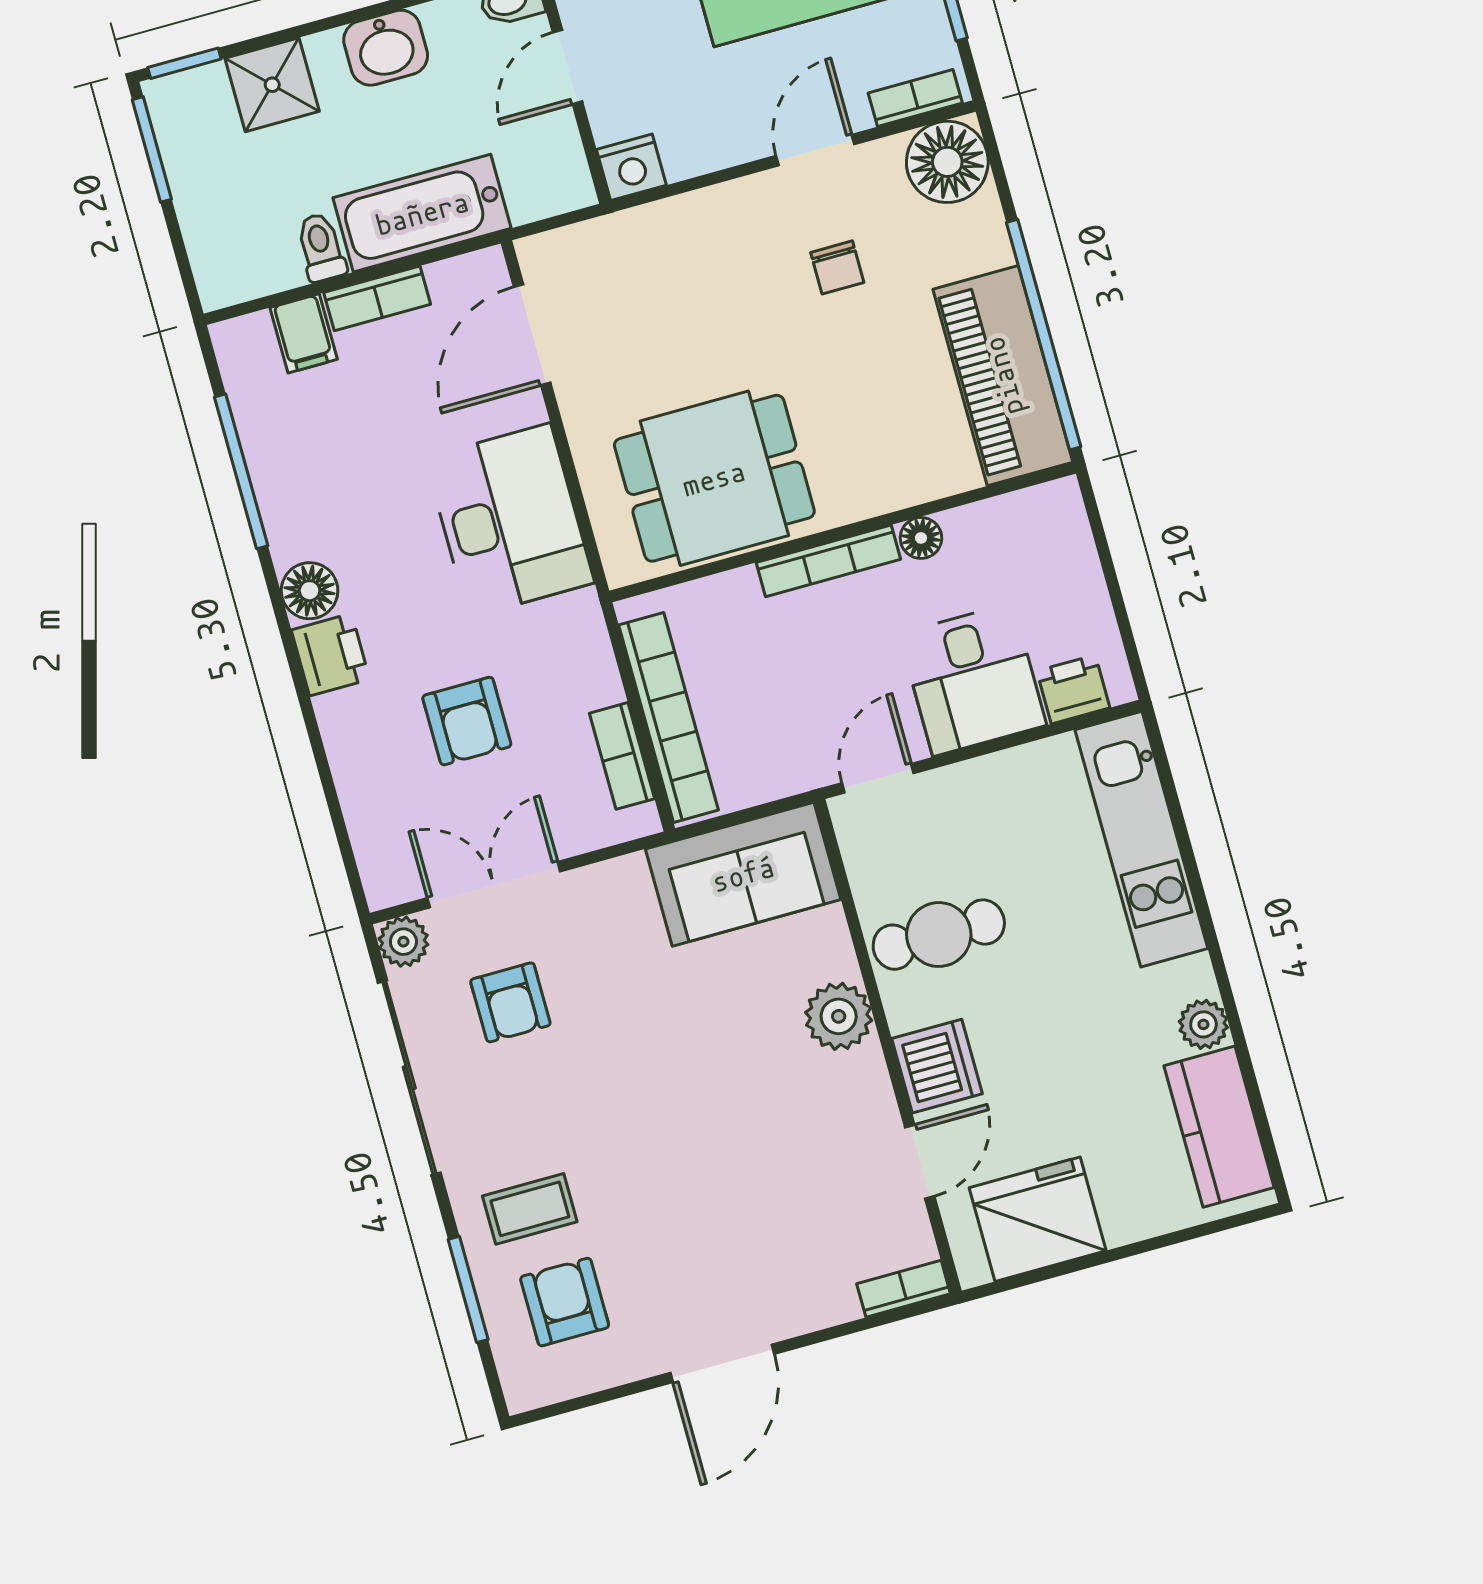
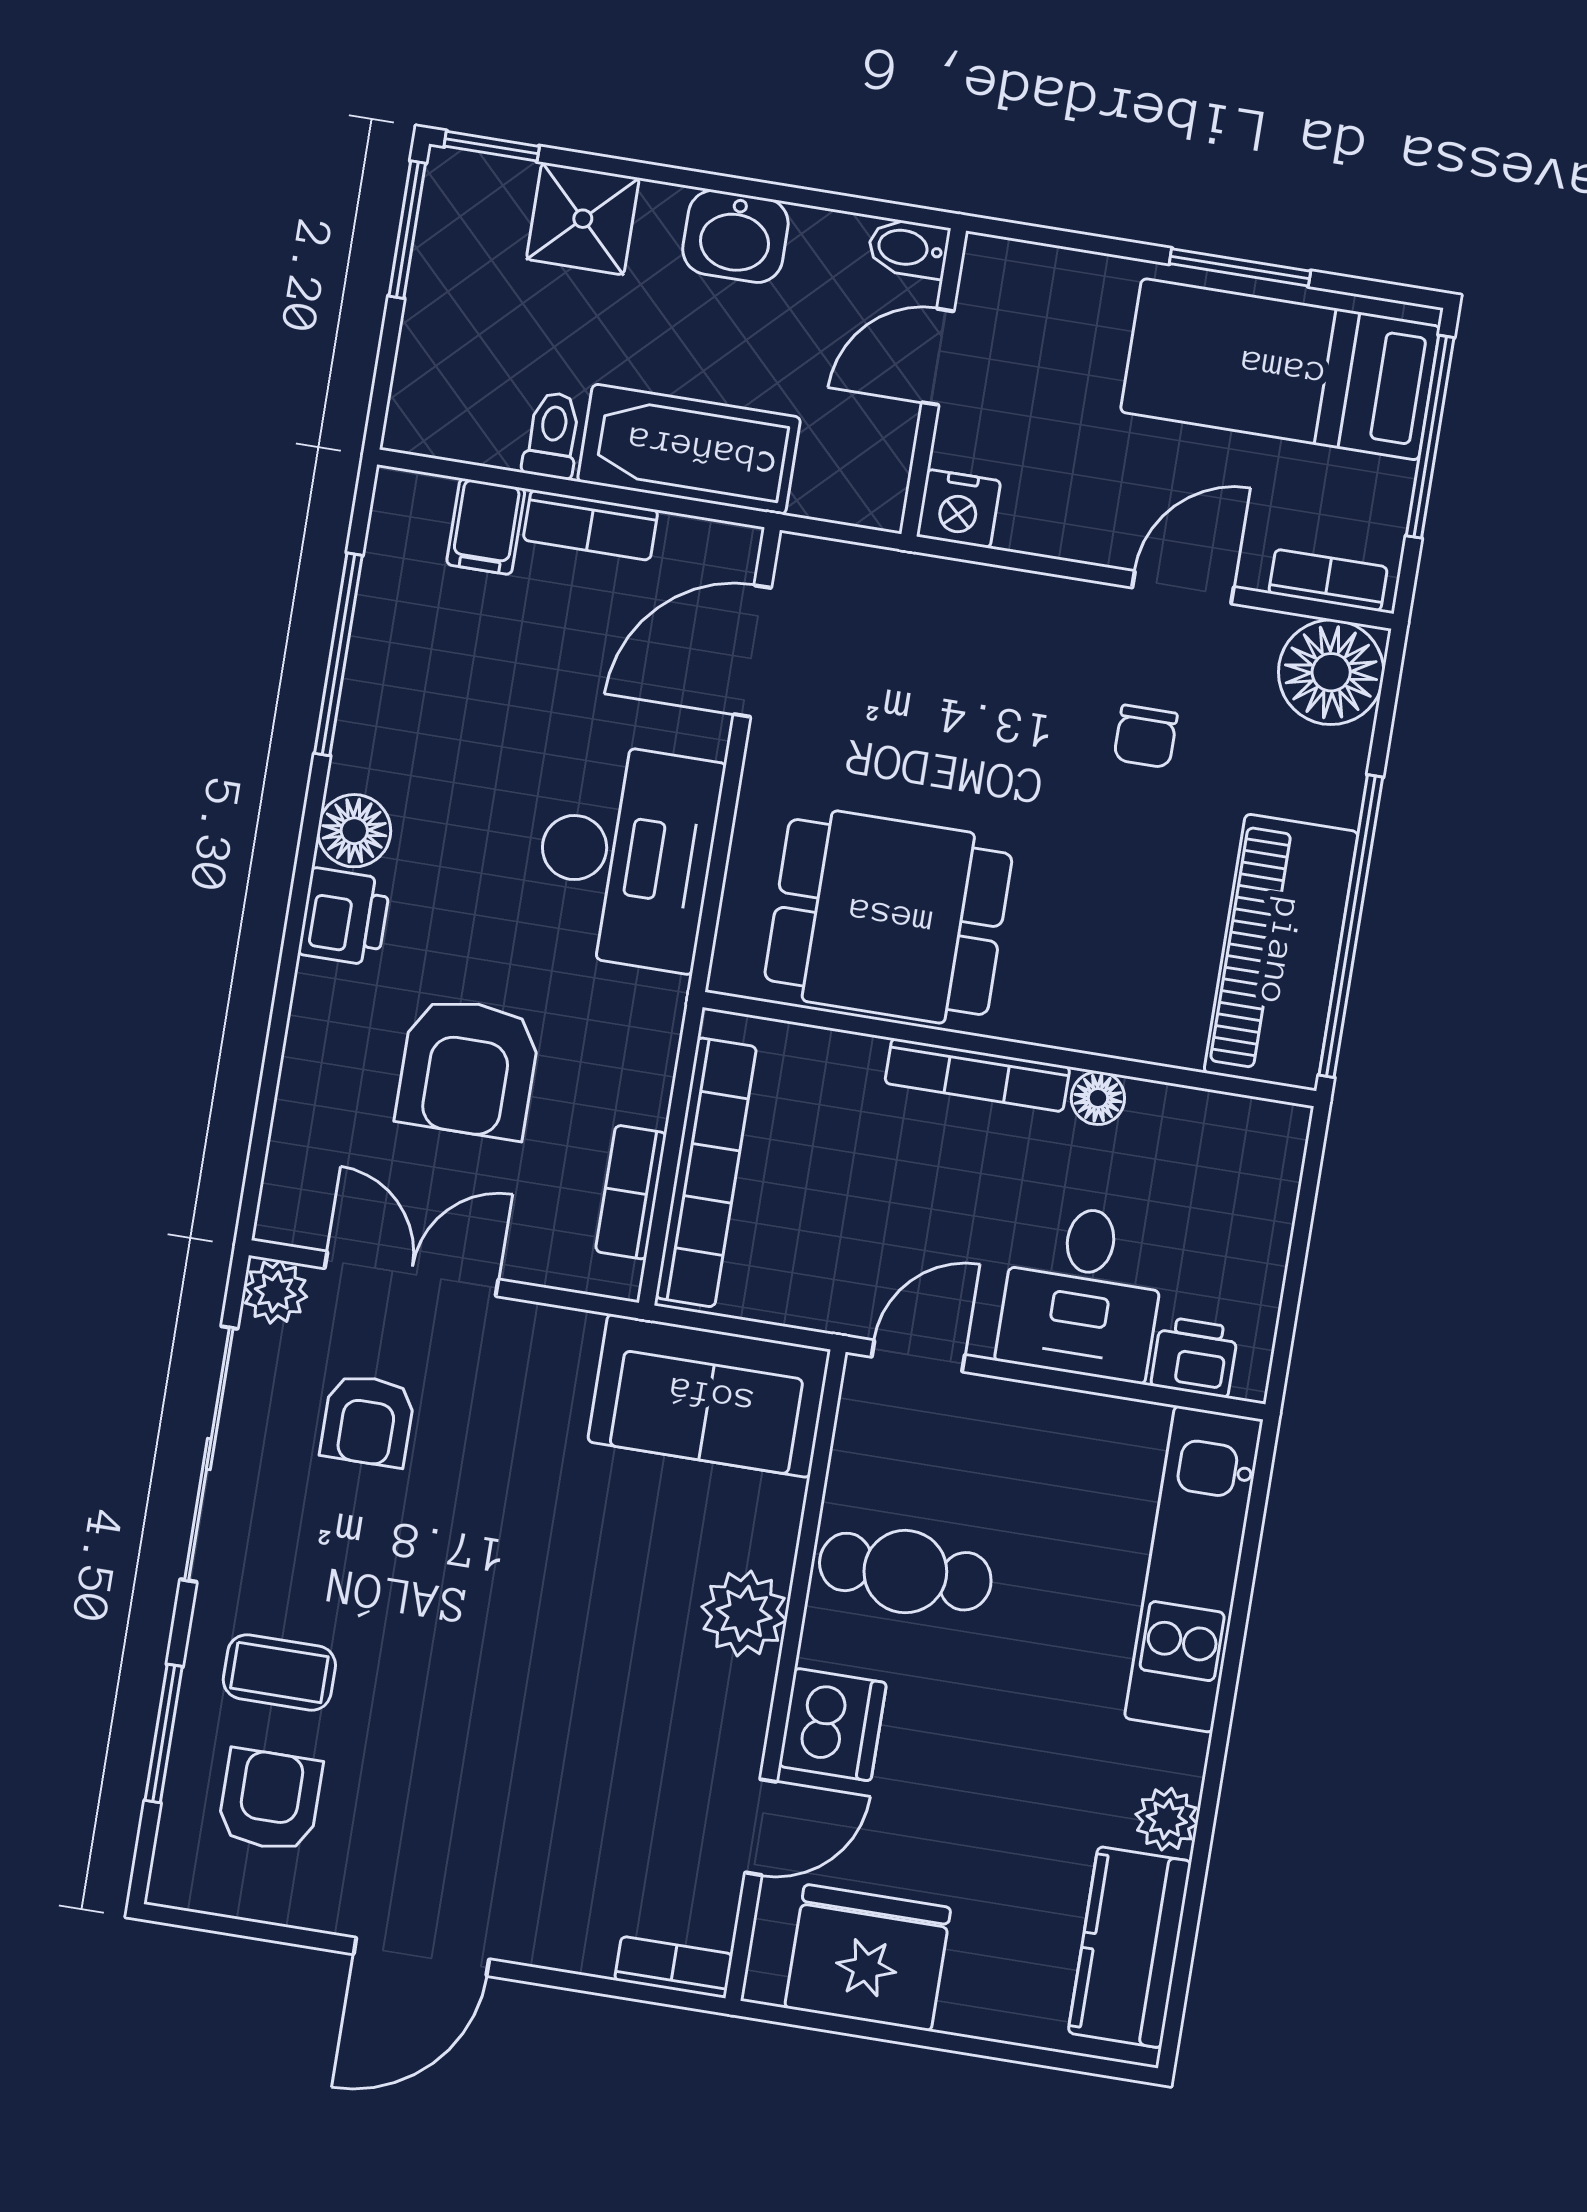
armchair: (467, 721) -> (468, 1068), width x1.38, depth x1.38

